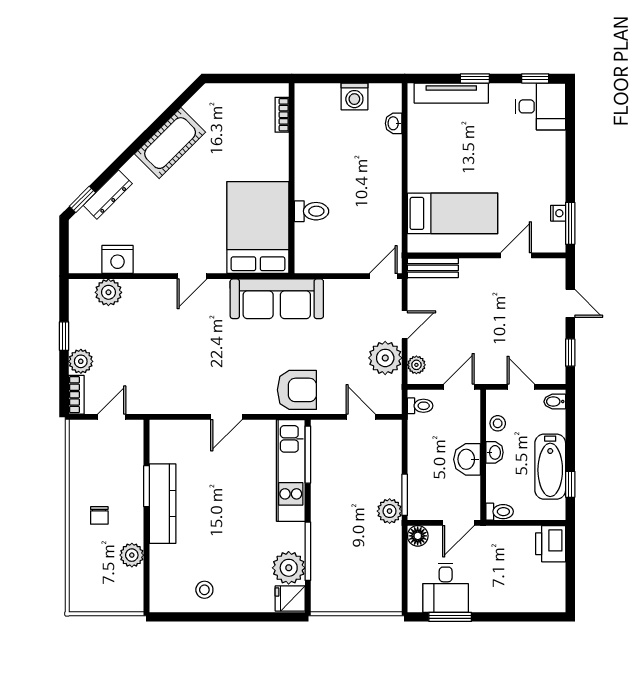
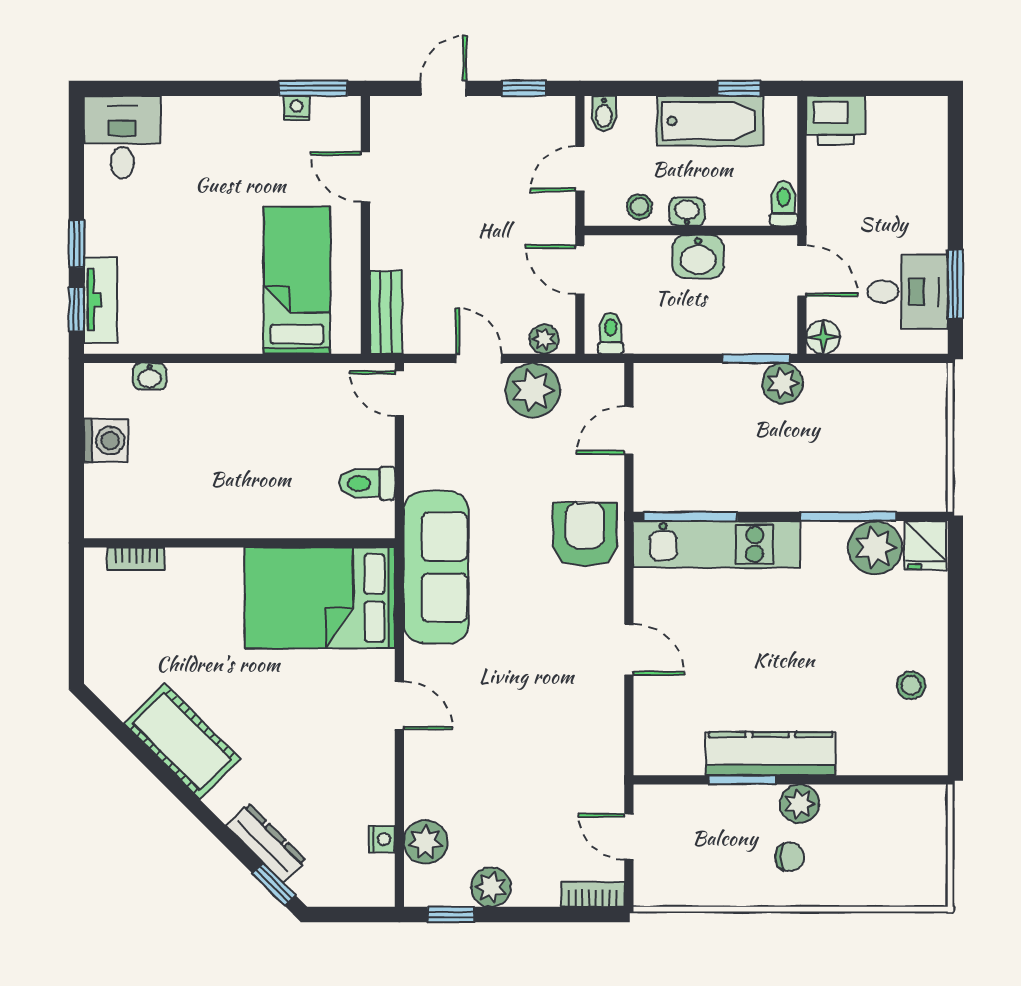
window: (535, 78) -> (76, 309), moved
tv unit: (451, 93) -> (100, 300), width x0.71
toilet: (312, 211) -> (367, 483), moved, turned -90
nightstand: (118, 259) -> (382, 839), width x0.53, depth x0.56
window: (64, 336) -> (451, 914), moved
plant: (81, 361) -> (491, 887), moved
plant: (132, 555) -> (800, 804), moved

